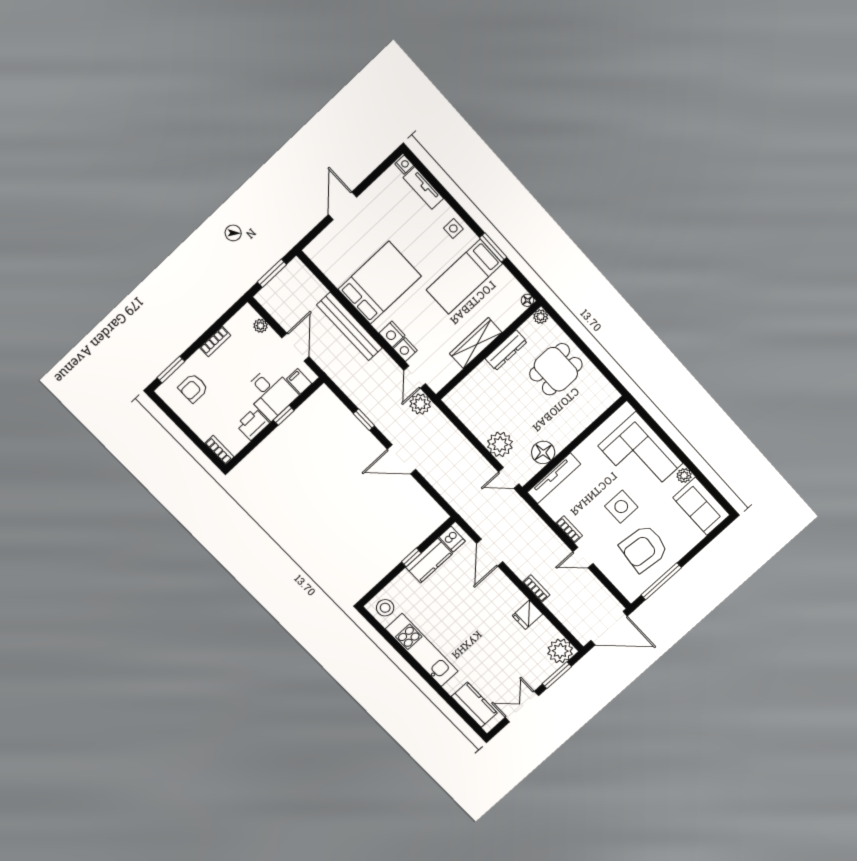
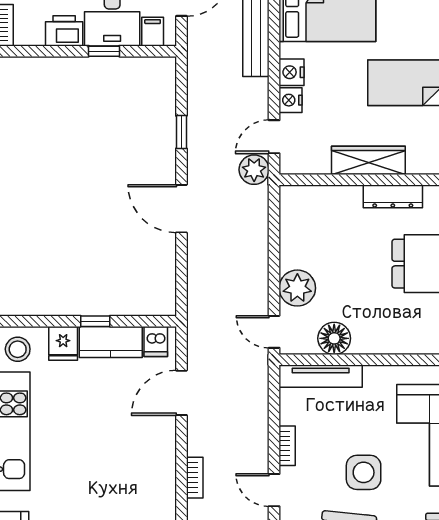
fridge: (527, 615) -> (63, 343), moved, turned -90

